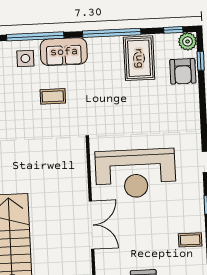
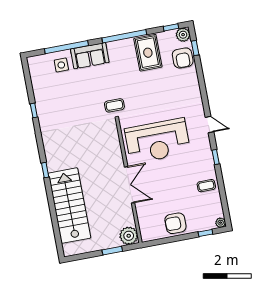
coffee table: (53, 96) -> (114, 105), moved

